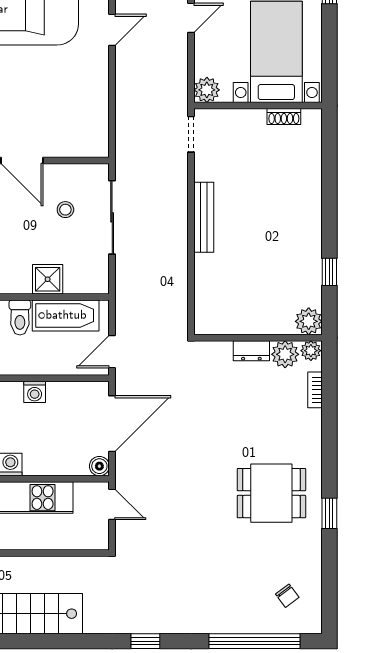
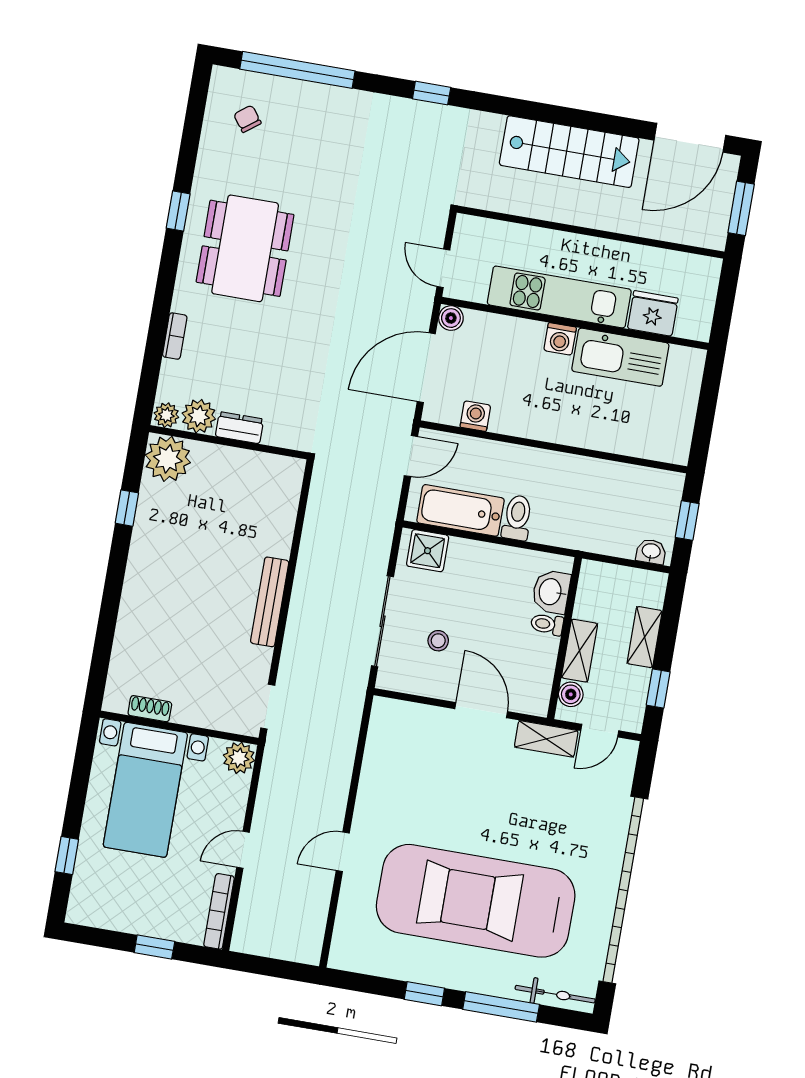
shower: (48, 279) -> (428, 551), moved
plant: (309, 321) -> (168, 459), width x1.36, depth x1.36
bookcase: (315, 390) -> (175, 336), moved
washing machine: (35, 392) -> (475, 416), moved
dining table: (271, 493) -> (245, 248), width x1.38

